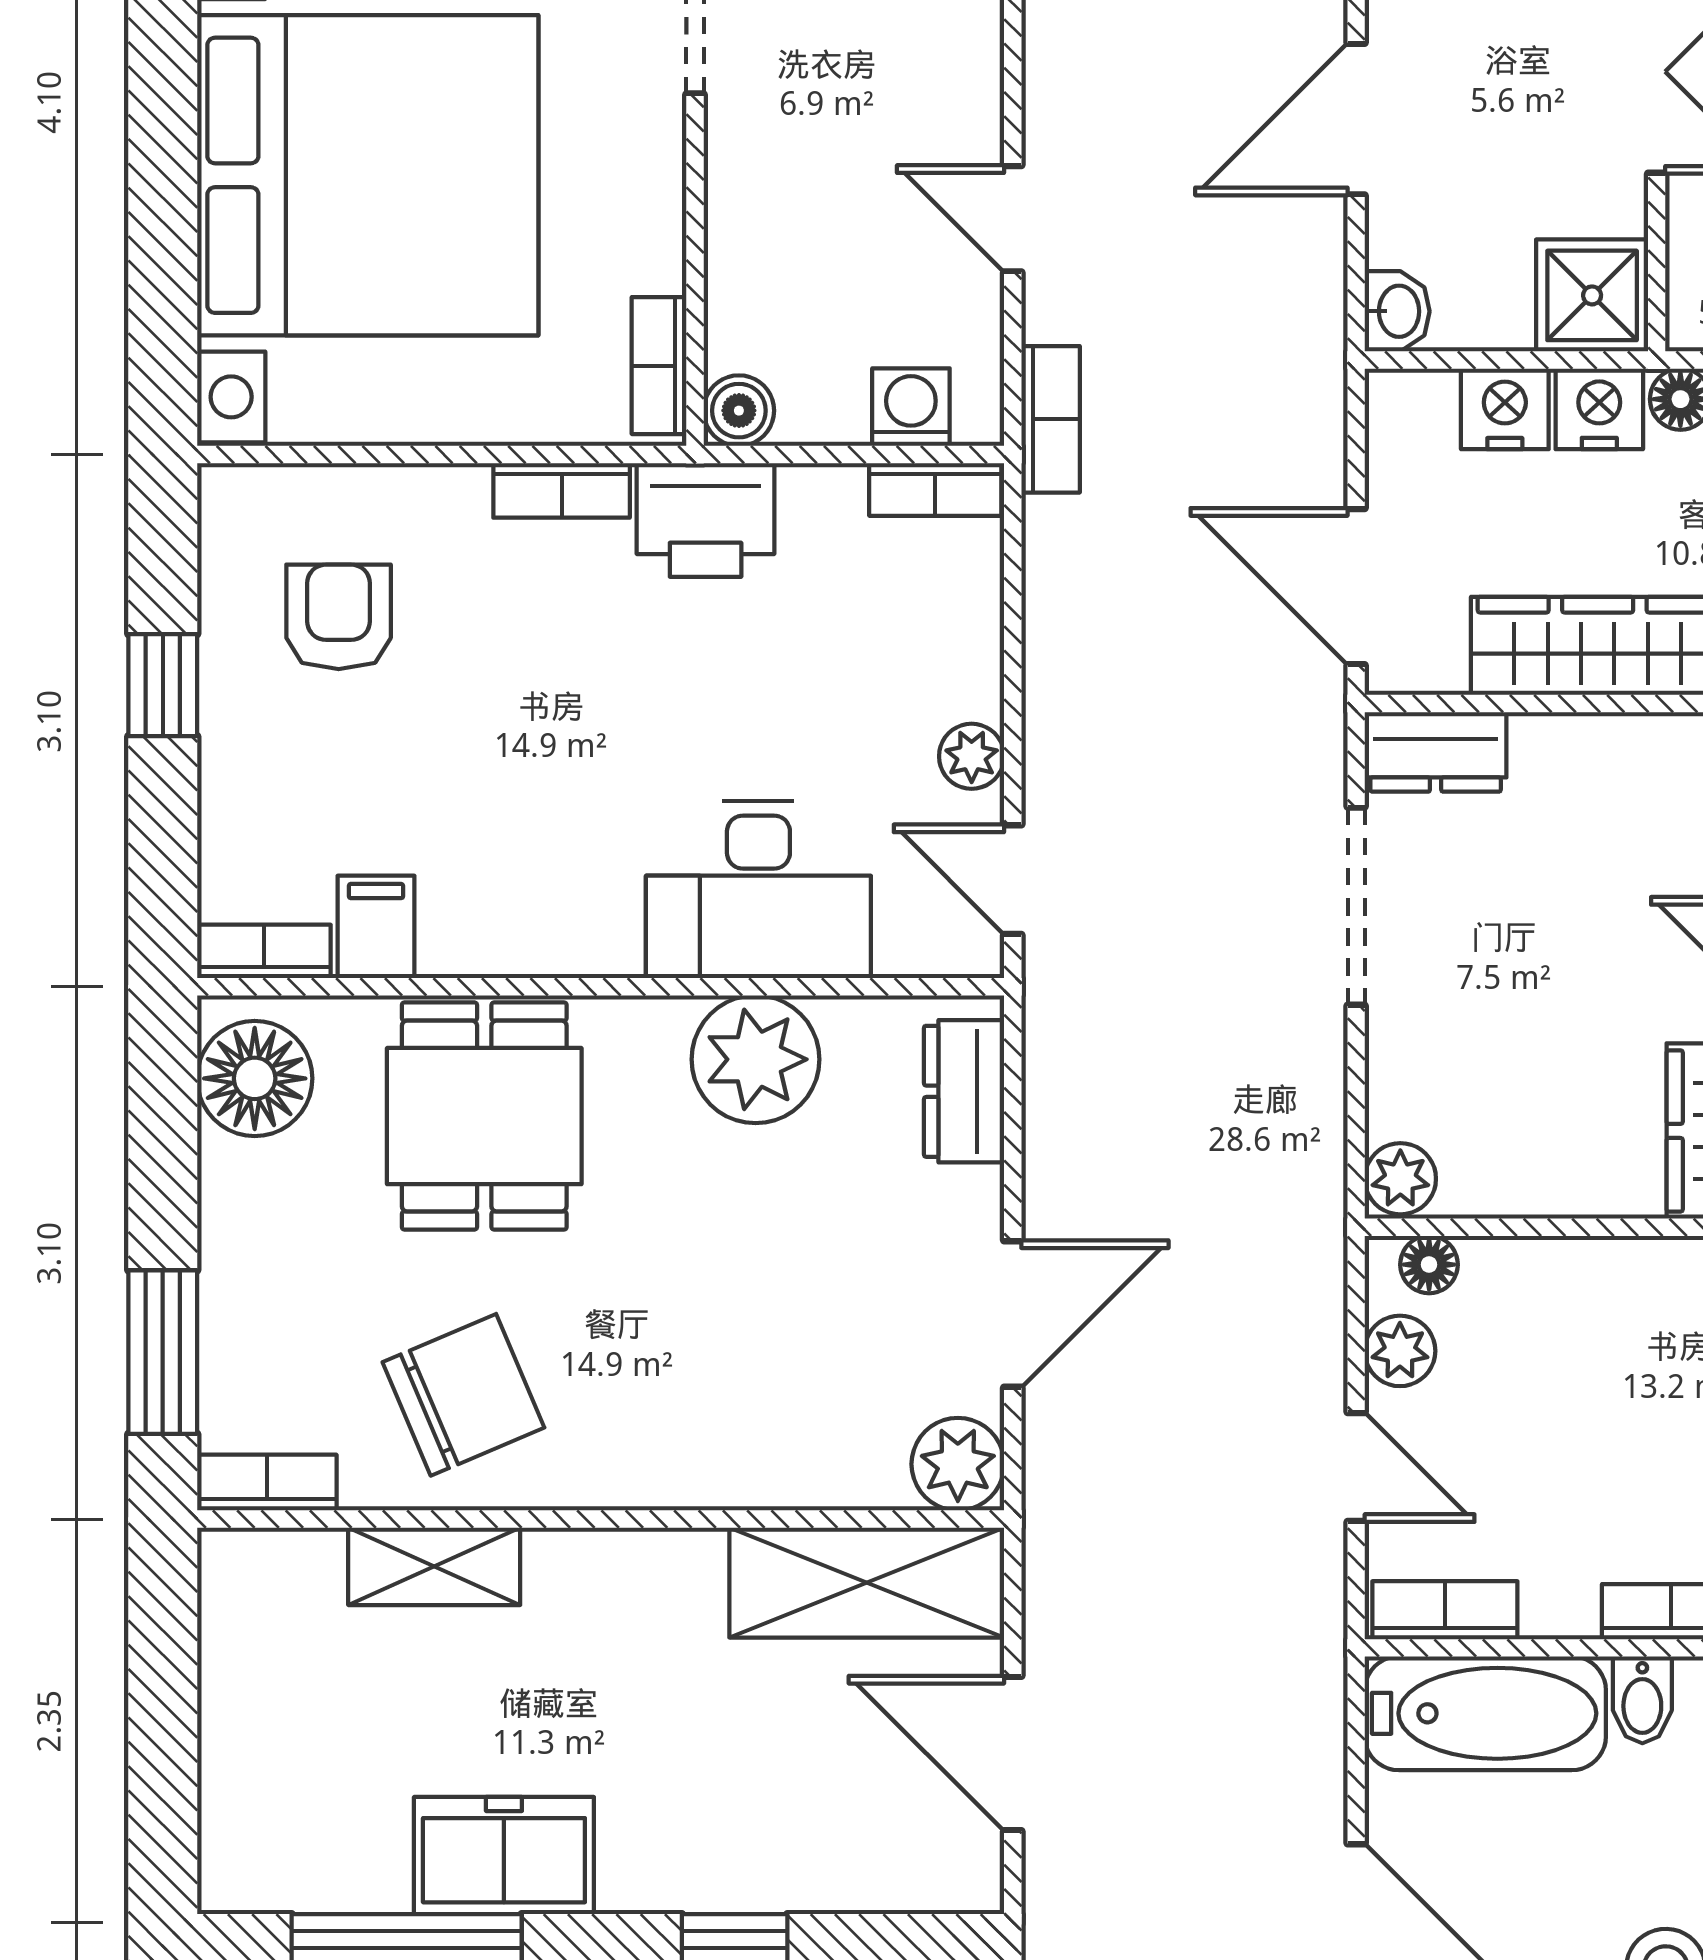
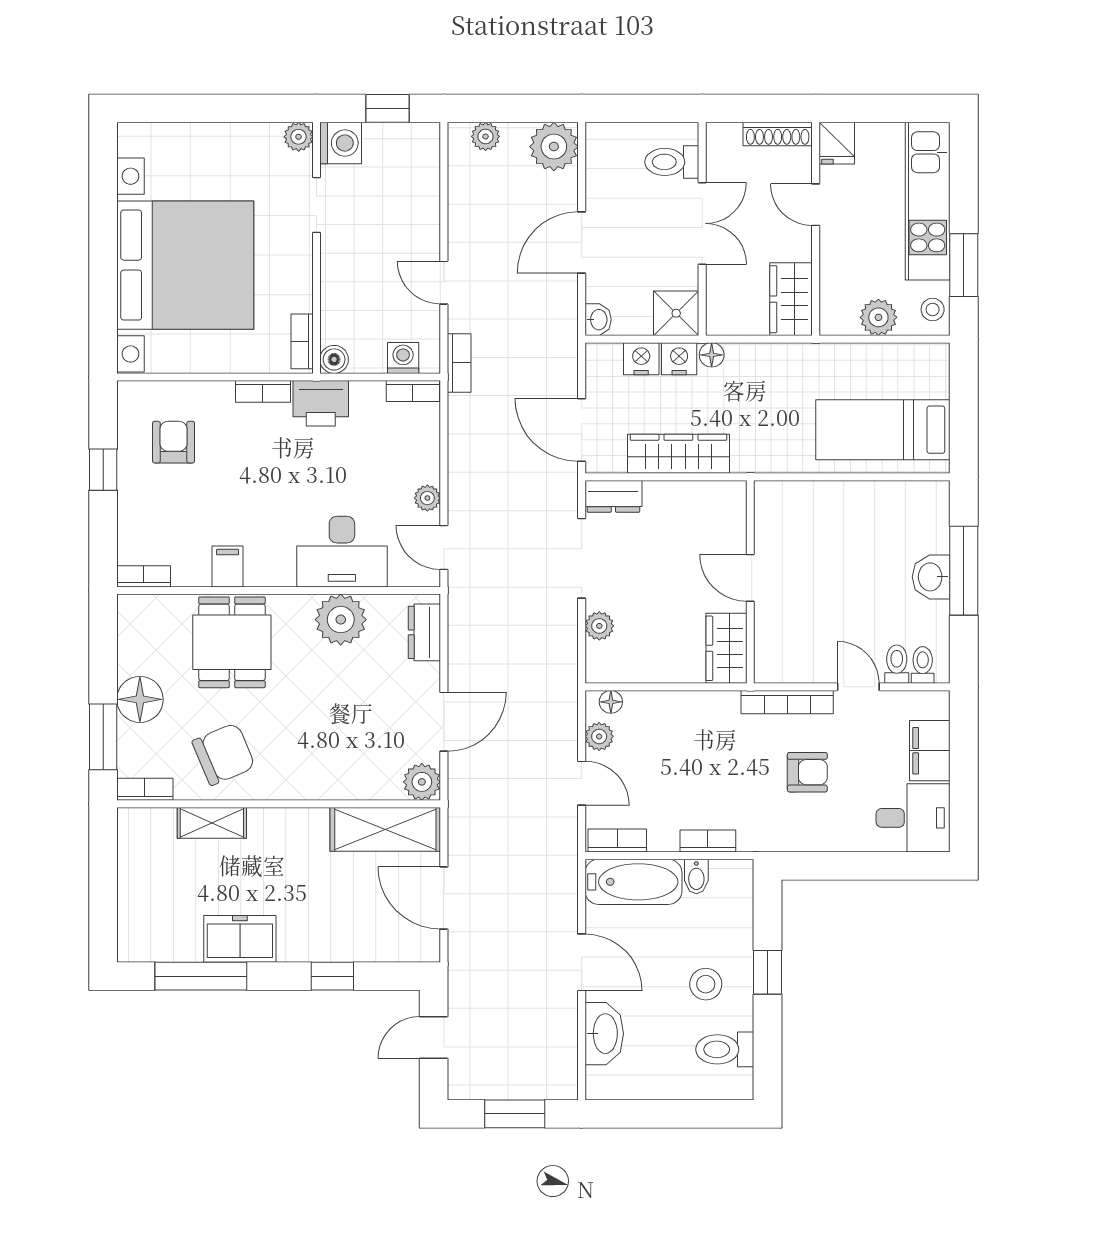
filing cabinet: (376, 927) -> (228, 566), moved
floor lamp: (255, 1078) -> (140, 699), moved
plant: (1400, 1179) -> (599, 626), moved

